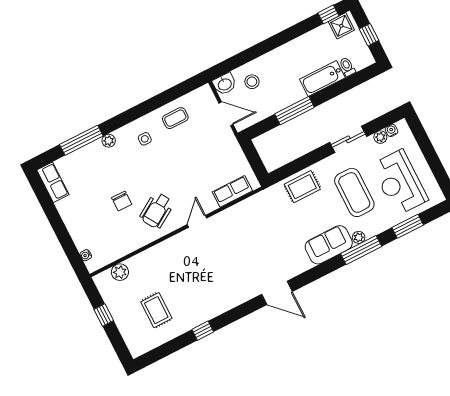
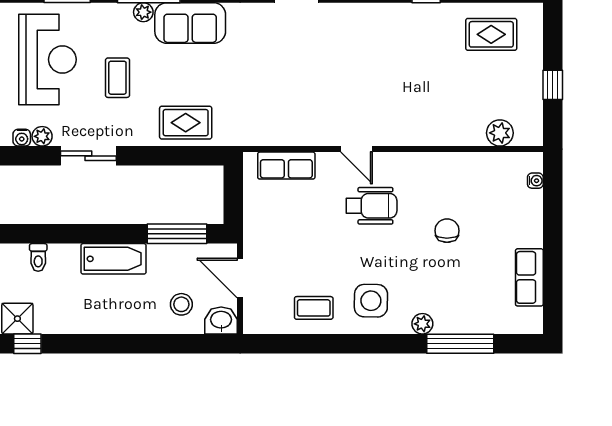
bathtub: (322, 79) -> (114, 259), moved
window: (295, 111) -> (177, 234), moved
side table: (145, 139) -> (371, 301), width x1.87, depth x1.87
row of seats: (53, 182) -> (529, 277), moved
coffee table: (354, 192) -> (117, 78), width x0.54, depth x0.58
wheelchair: (157, 211) -> (371, 206), moved, turned 32
door: (197, 221) -> (357, 149), hinge flipped
rug: (156, 310) -> (491, 34), moved, turned 90

